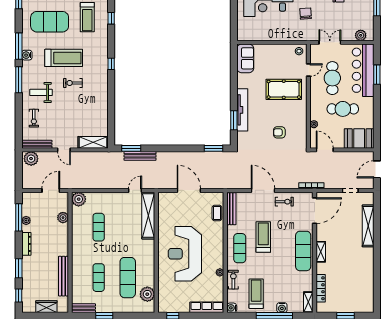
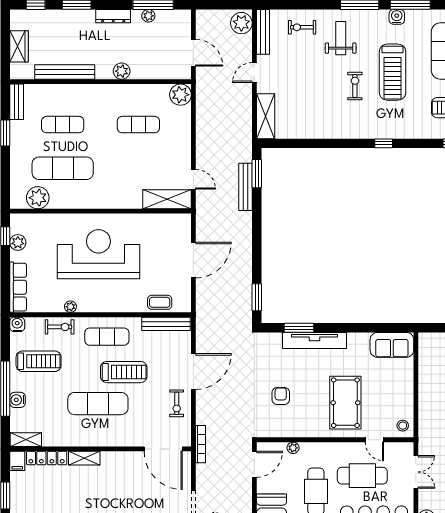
shelving: (148, 216) -> (167, 199), width x0.68
plant: (63, 218) -> (122, 71), moved
exercise mat: (303, 251) -> (98, 404), moved
shelving: (321, 252) -> (84, 458), moved
plant: (177, 307) -> (18, 242), added
filing cabinet: (323, 308) -> (17, 461), added

